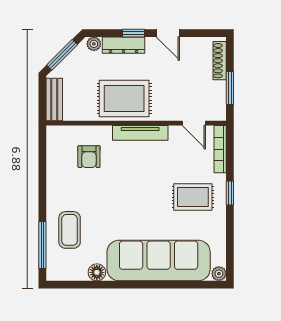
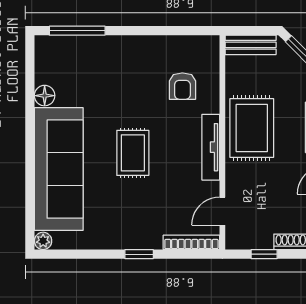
window: (230, 88) -> (264, 254), width x0.67
armchair: (89, 157) -> (182, 86), turned -90
rug: (193, 197) -> (133, 153), moved
coffee table: (70, 230) -> (95, 63), removed

